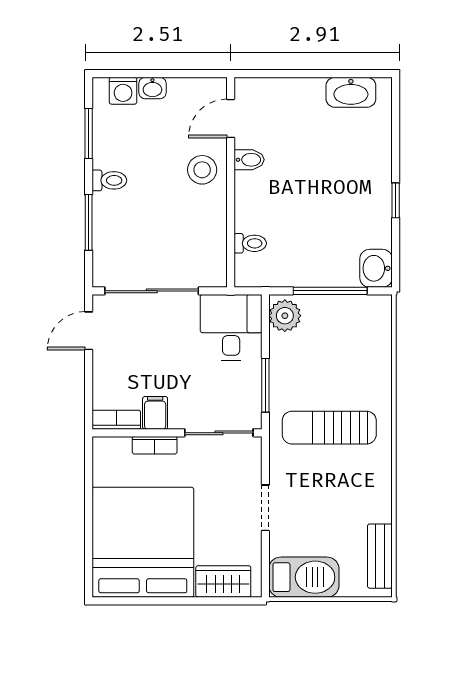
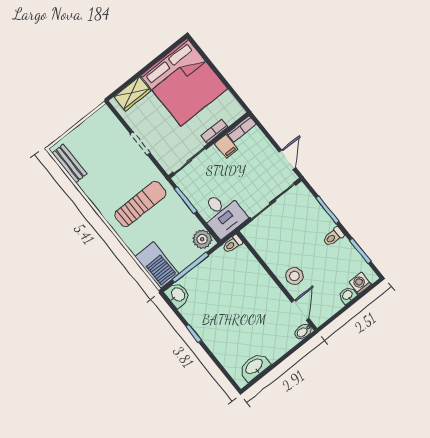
bidet: (249, 160) -> (303, 331), moved
toilet: (250, 243) -> (232, 244), moved
barbecue: (304, 577) -> (157, 265), moved, turned -90

